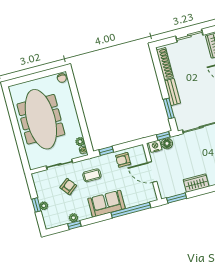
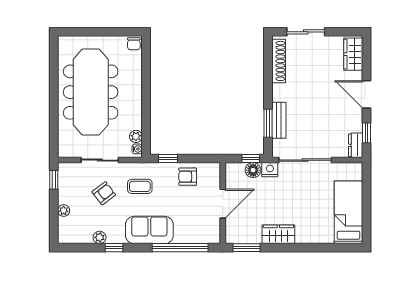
sliding door: (189, 36) -> (306, 32), moved
bench: (172, 92) -> (279, 120), moved
nightstand: (155, 146) -> (270, 170), moved
door: (152, 172) -> (223, 204), swing flipped
window: (36, 205) -> (54, 180), moved
window: (74, 225) -> (114, 248), moved

